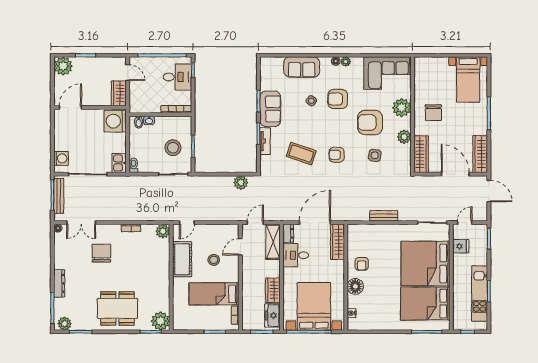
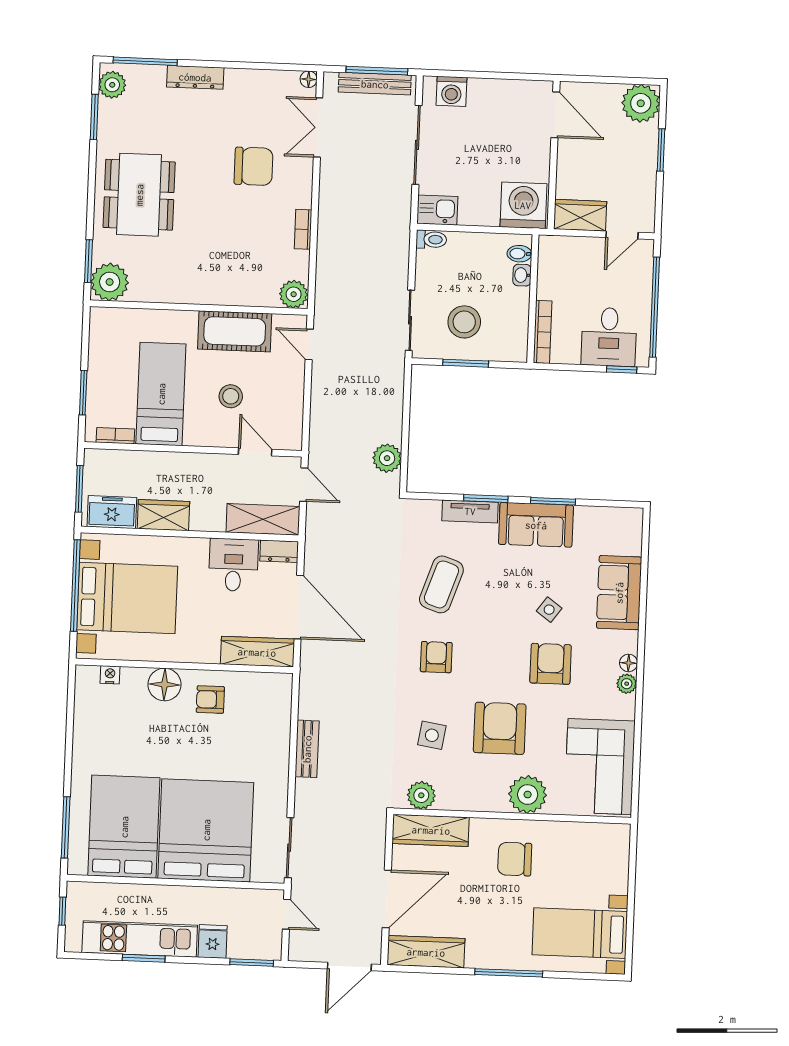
plant: (404, 137) -> (421, 795), moved
fridge: (461, 246) -> (213, 941), moved, turned 180

